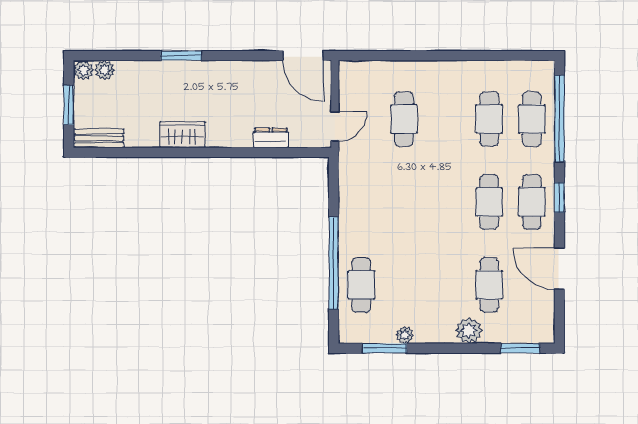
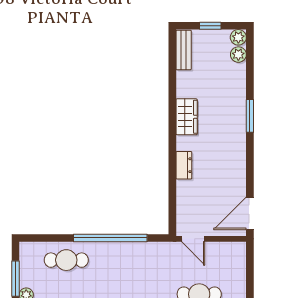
window: (69, 105) -> (210, 26), width x0.67
dresser: (271, 138) -> (184, 165), moved
window: (334, 263) -> (110, 238), moved

